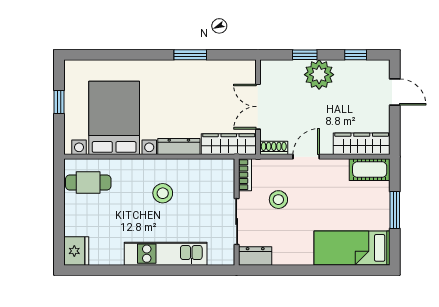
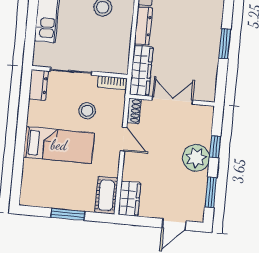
window: (356, 55) -> (211, 192), width x1.50
wardrobe: (362, 144) -> (129, 199), width x0.67
bed: (352, 248) -> (59, 145), moved, turned 90

